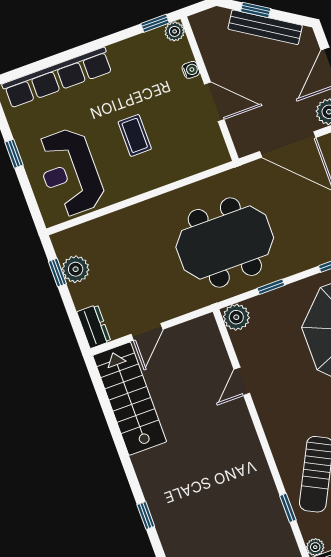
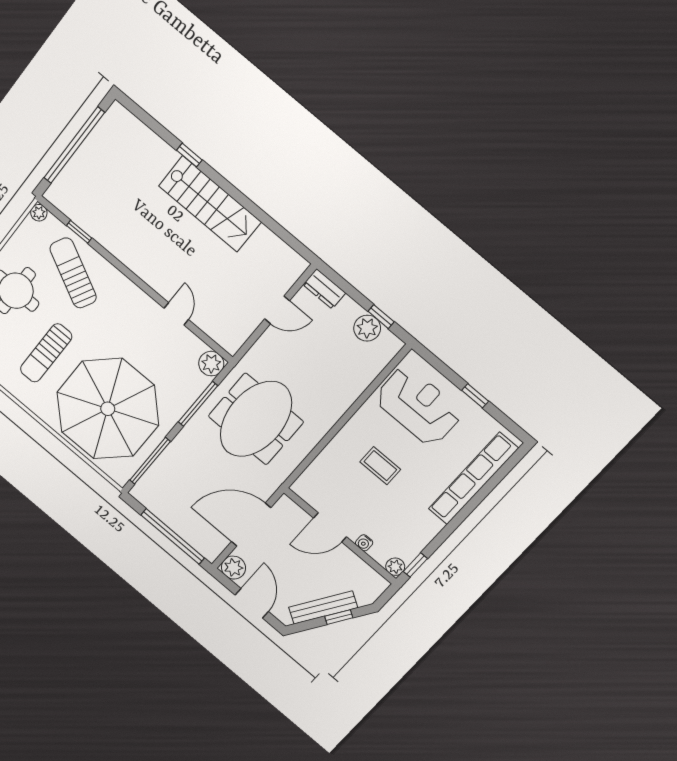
window: (271, 287) -> (198, 404), width x2.17
door: (147, 332) -> (277, 310), swing flipped
stairs: (130, 399) -> (210, 204), moved

